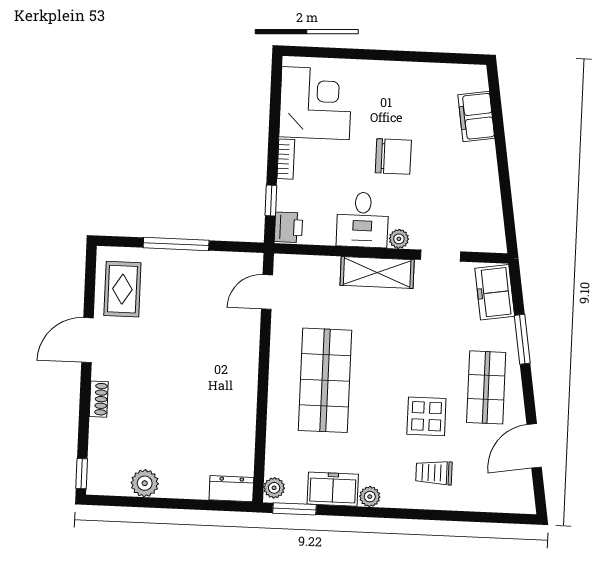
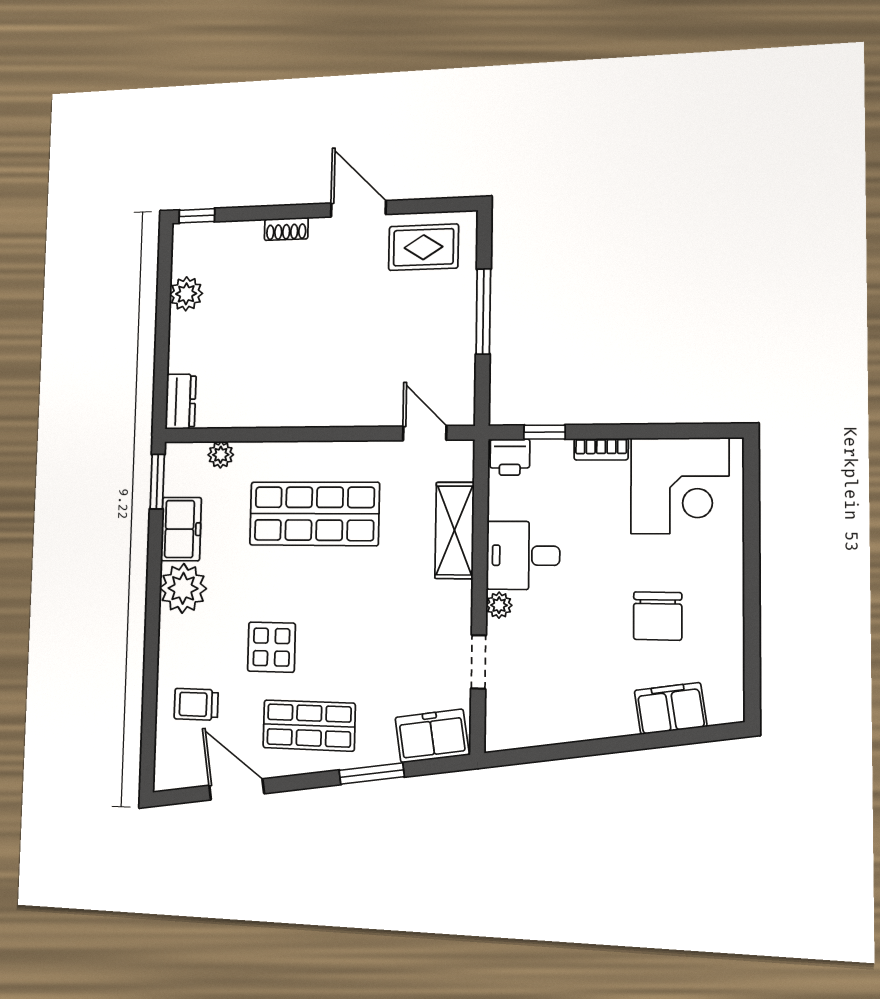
chair: (393, 156) -> (658, 616), moved
shelving: (377, 273) -> (454, 530), moved
trolley: (434, 473) -> (196, 704), moved, turned -90
plant: (274, 488) -> (221, 455), moved
plant: (370, 497) -> (183, 588), width x1.88, depth x1.88

